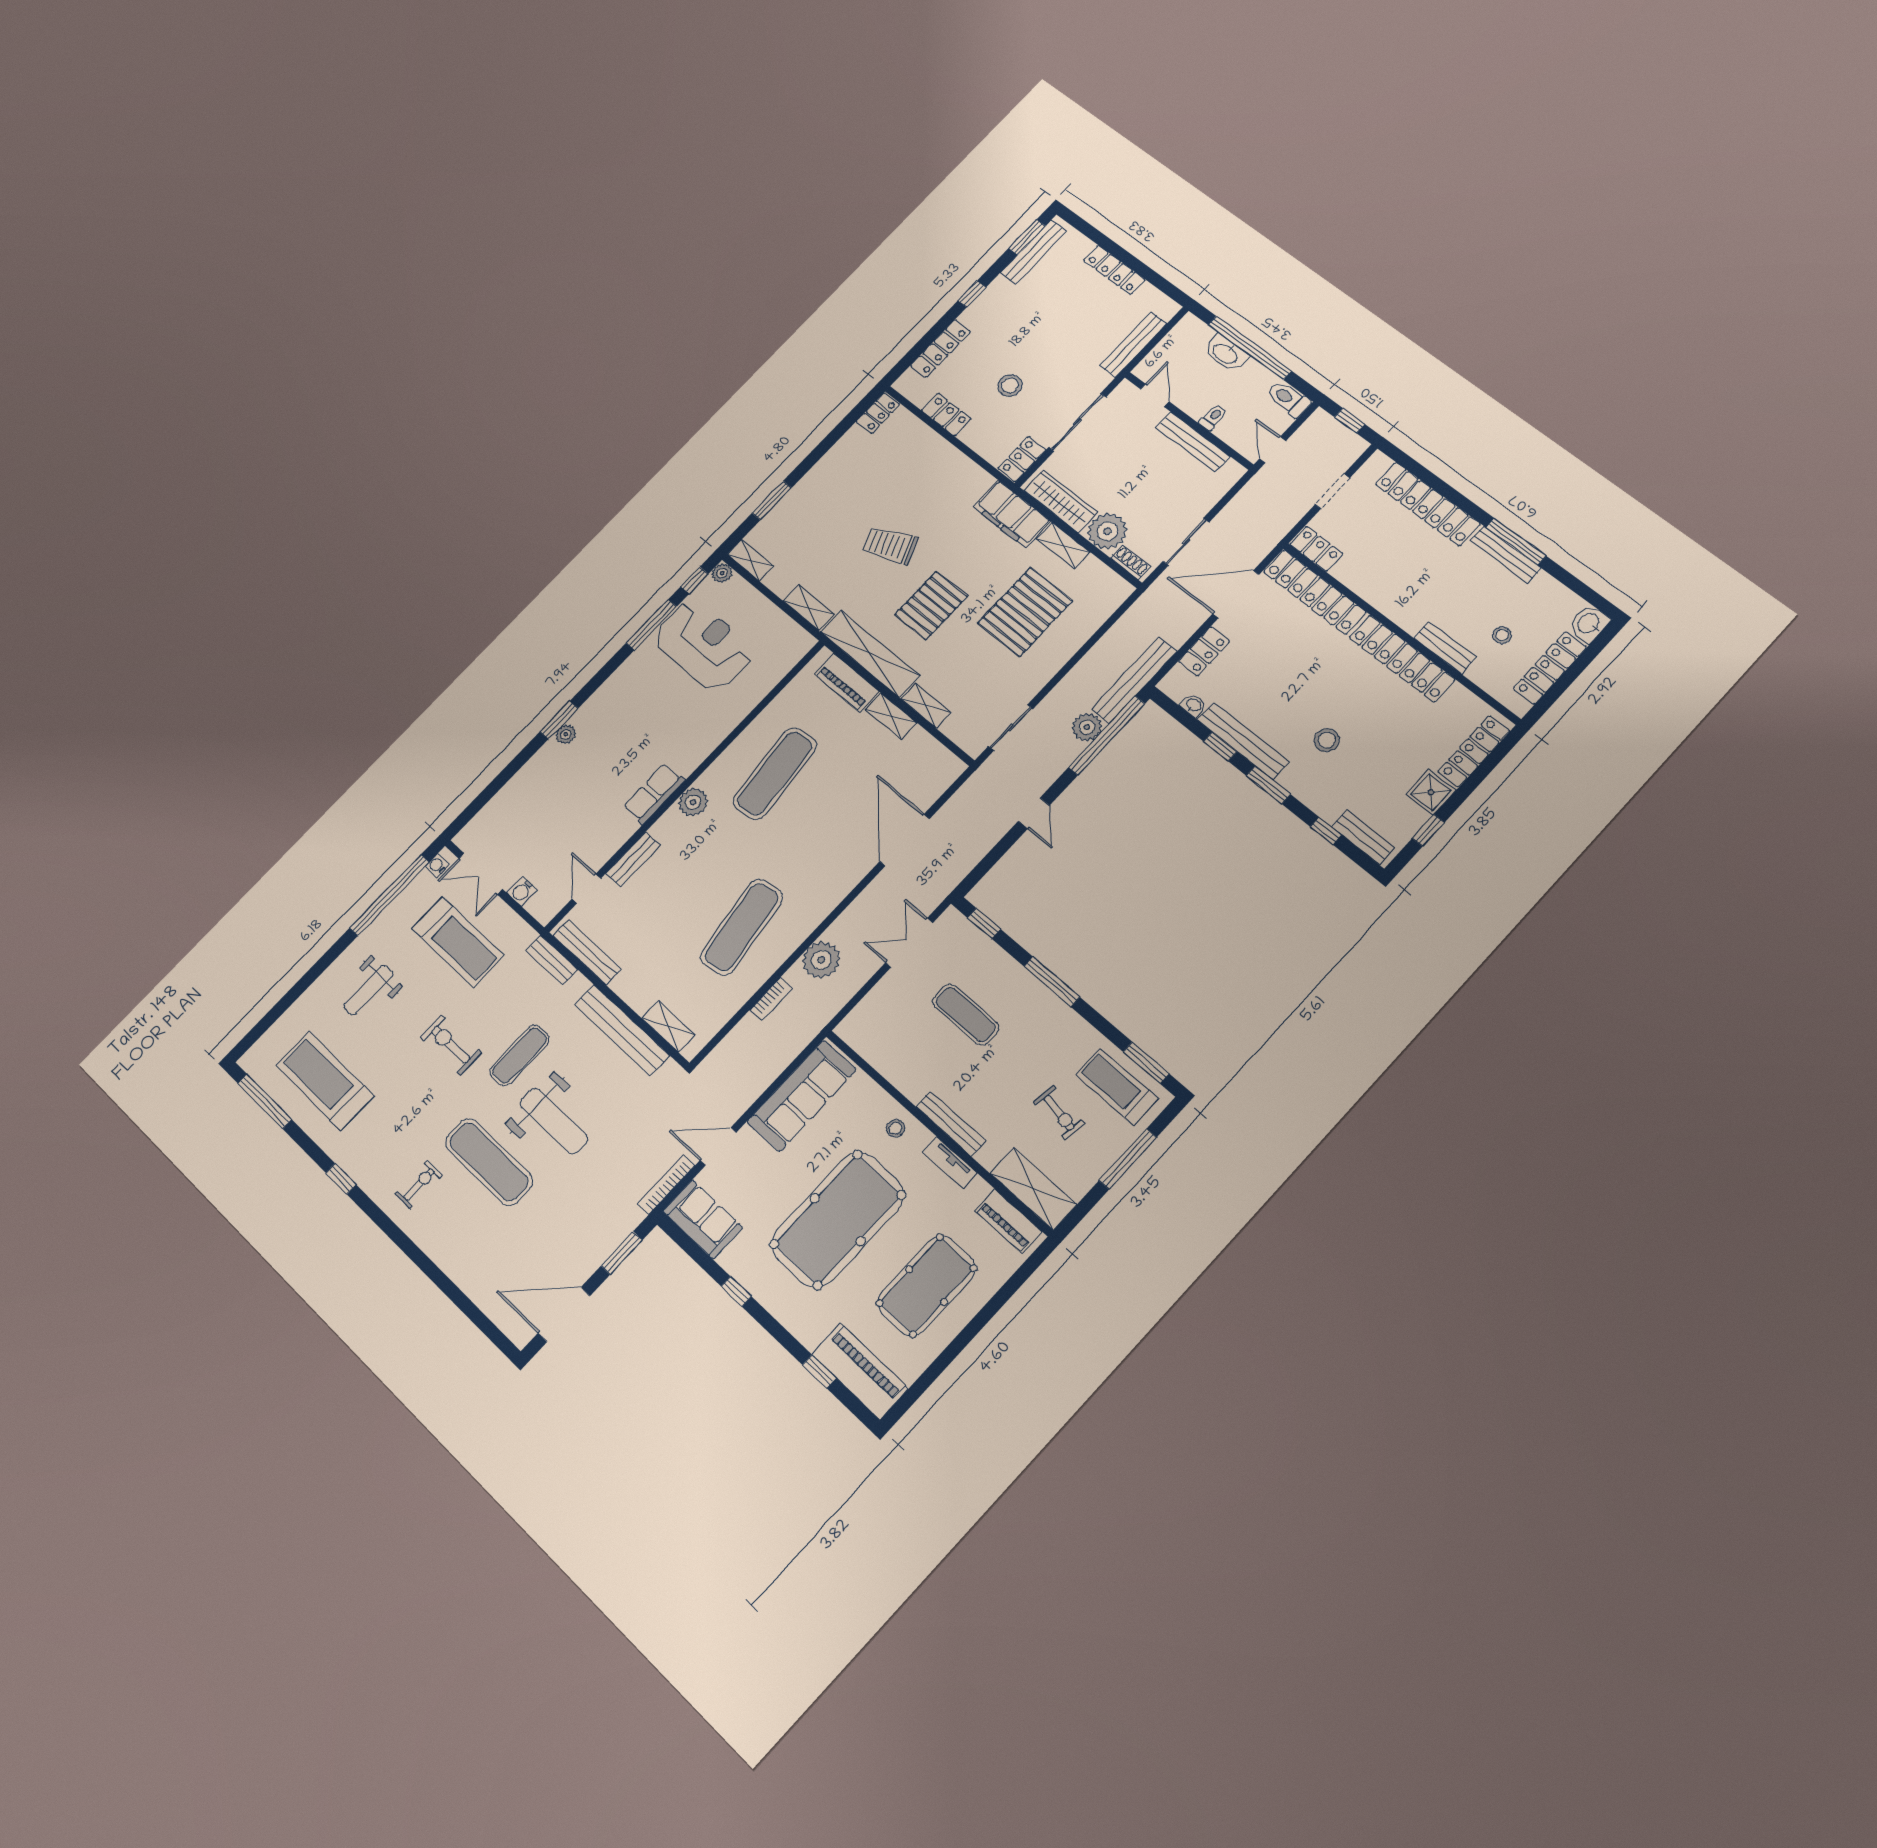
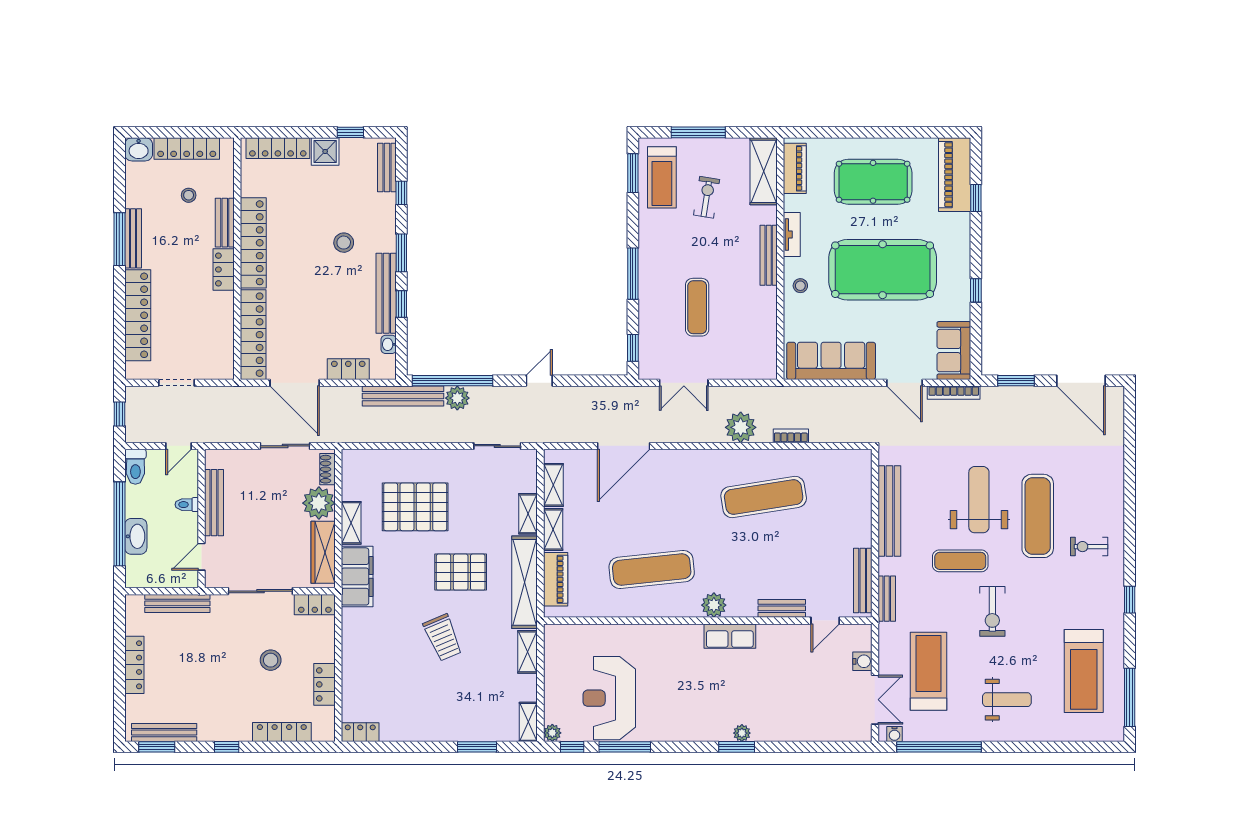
locker: (1316, 549) -> (224, 269), moved
shelving: (668, 1026) -> (553, 485), moved

